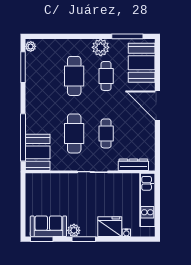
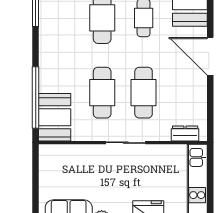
cafe table: (106, 133) -> (144, 93), width x1.37, depth x1.35
dresser: (133, 165) -> (185, 133), width x0.70

